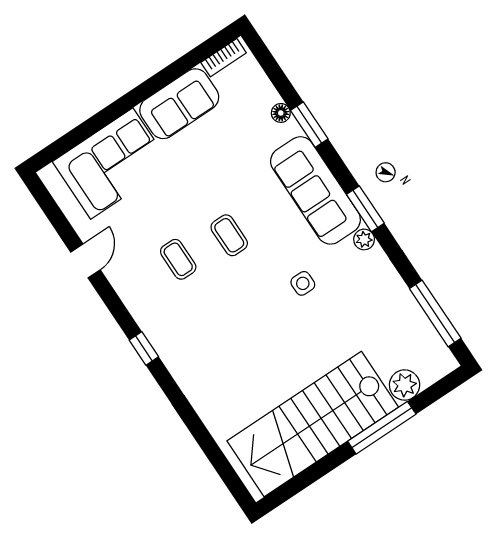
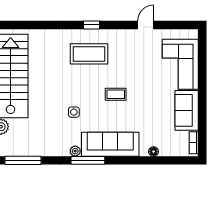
window: (309, 125) -> (140, 160), removed
window: (365, 209) -> (88, 160), width x1.44
coffee table: (178, 259) -> (89, 54), moved, width x1.86, depth x1.72
door: (85, 261) -> (146, 25), swing flipped

